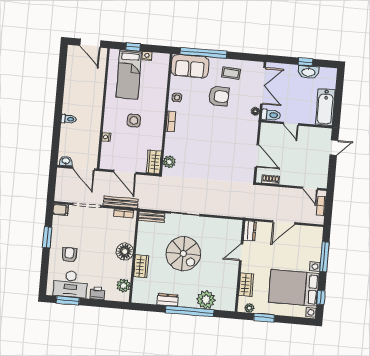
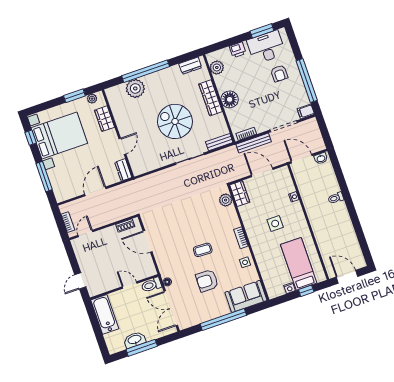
window: (203, 53) -> (223, 320), moved
window: (305, 62) -> (142, 348), width x2.17
coffee table: (231, 73) -> (203, 250), moved
door: (310, 188) -> (85, 234), hinge flipped
window: (47, 237) -> (307, 81), width x2.11
wardrobe: (141, 266) -> (211, 98), width x1.50
dresser: (168, 300) -> (190, 66), moved

